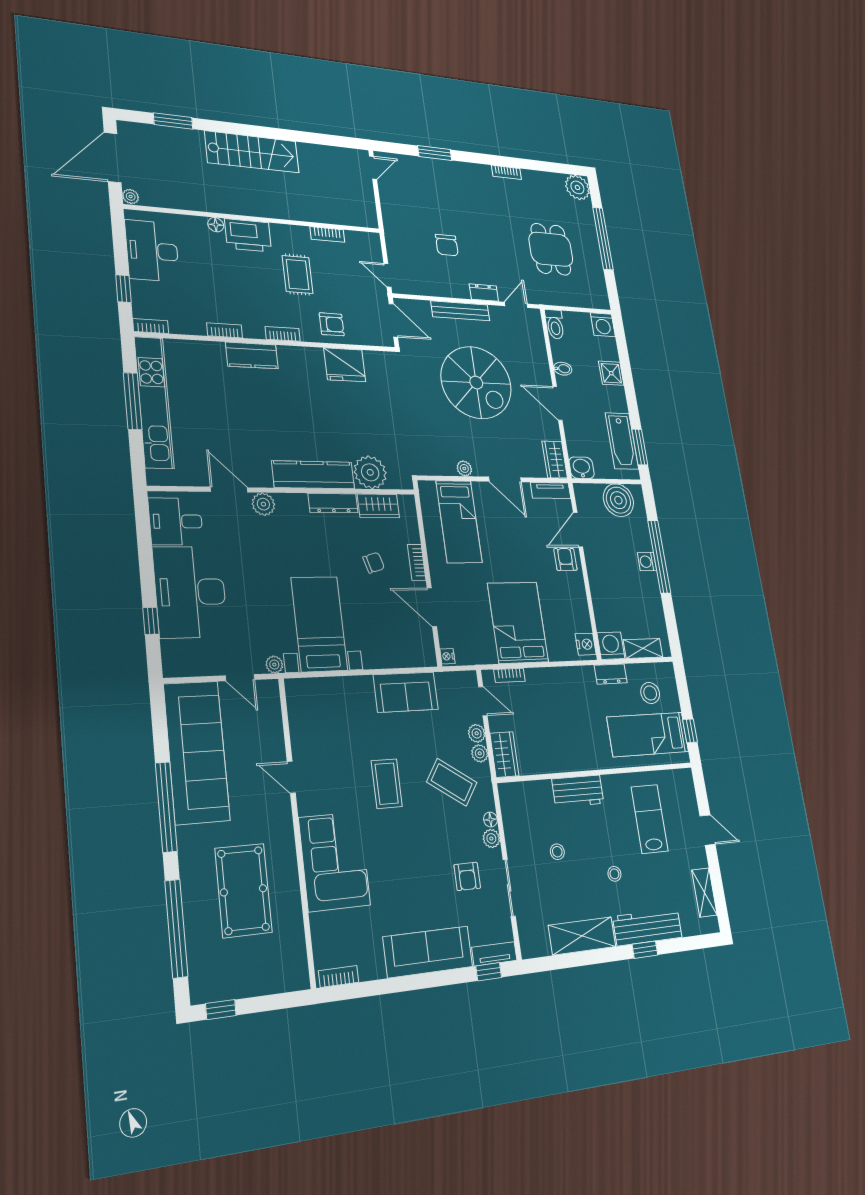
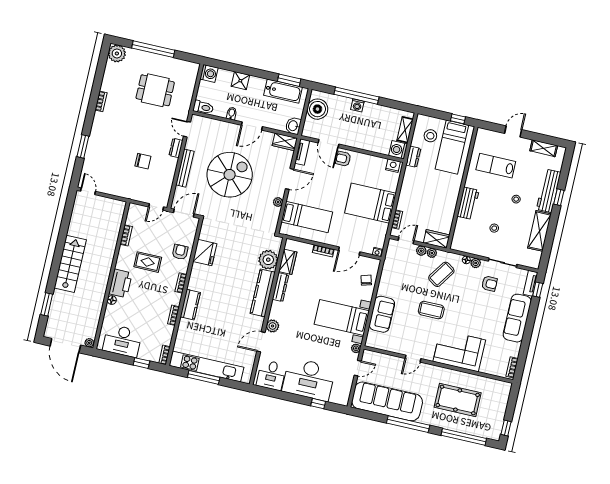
chair: (374, 563) -> (366, 280), moved
sofa: (406, 692) -> (382, 314), moved

